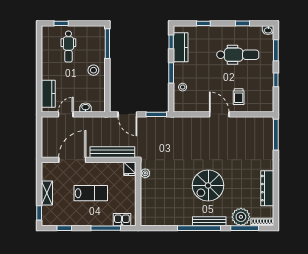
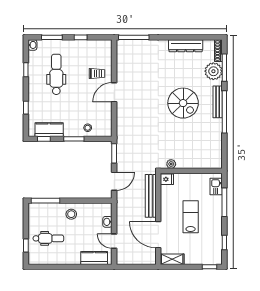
shelving: (47, 193) -> (172, 259), moved

